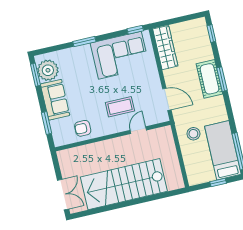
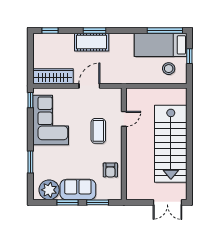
window: (84, 42) -> (30, 162), moved
window: (35, 75) -> (68, 202), moved
door: (167, 99) -> (89, 86), moved
door: (138, 130) -> (124, 119), swing flipped
stool: (193, 134) -> (169, 69), moved
double door: (63, 195) -> (167, 202), swing flipped

